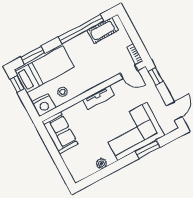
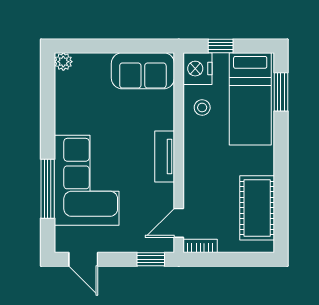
window: (81, 29) -> (281, 186), removed
cot: (103, 31) -> (257, 208), width x1.37, depth x1.34
window: (17, 84) -> (221, 46), moved
window: (148, 149) -> (48, 189), width x1.44
plant: (101, 164) -> (63, 62), moved

